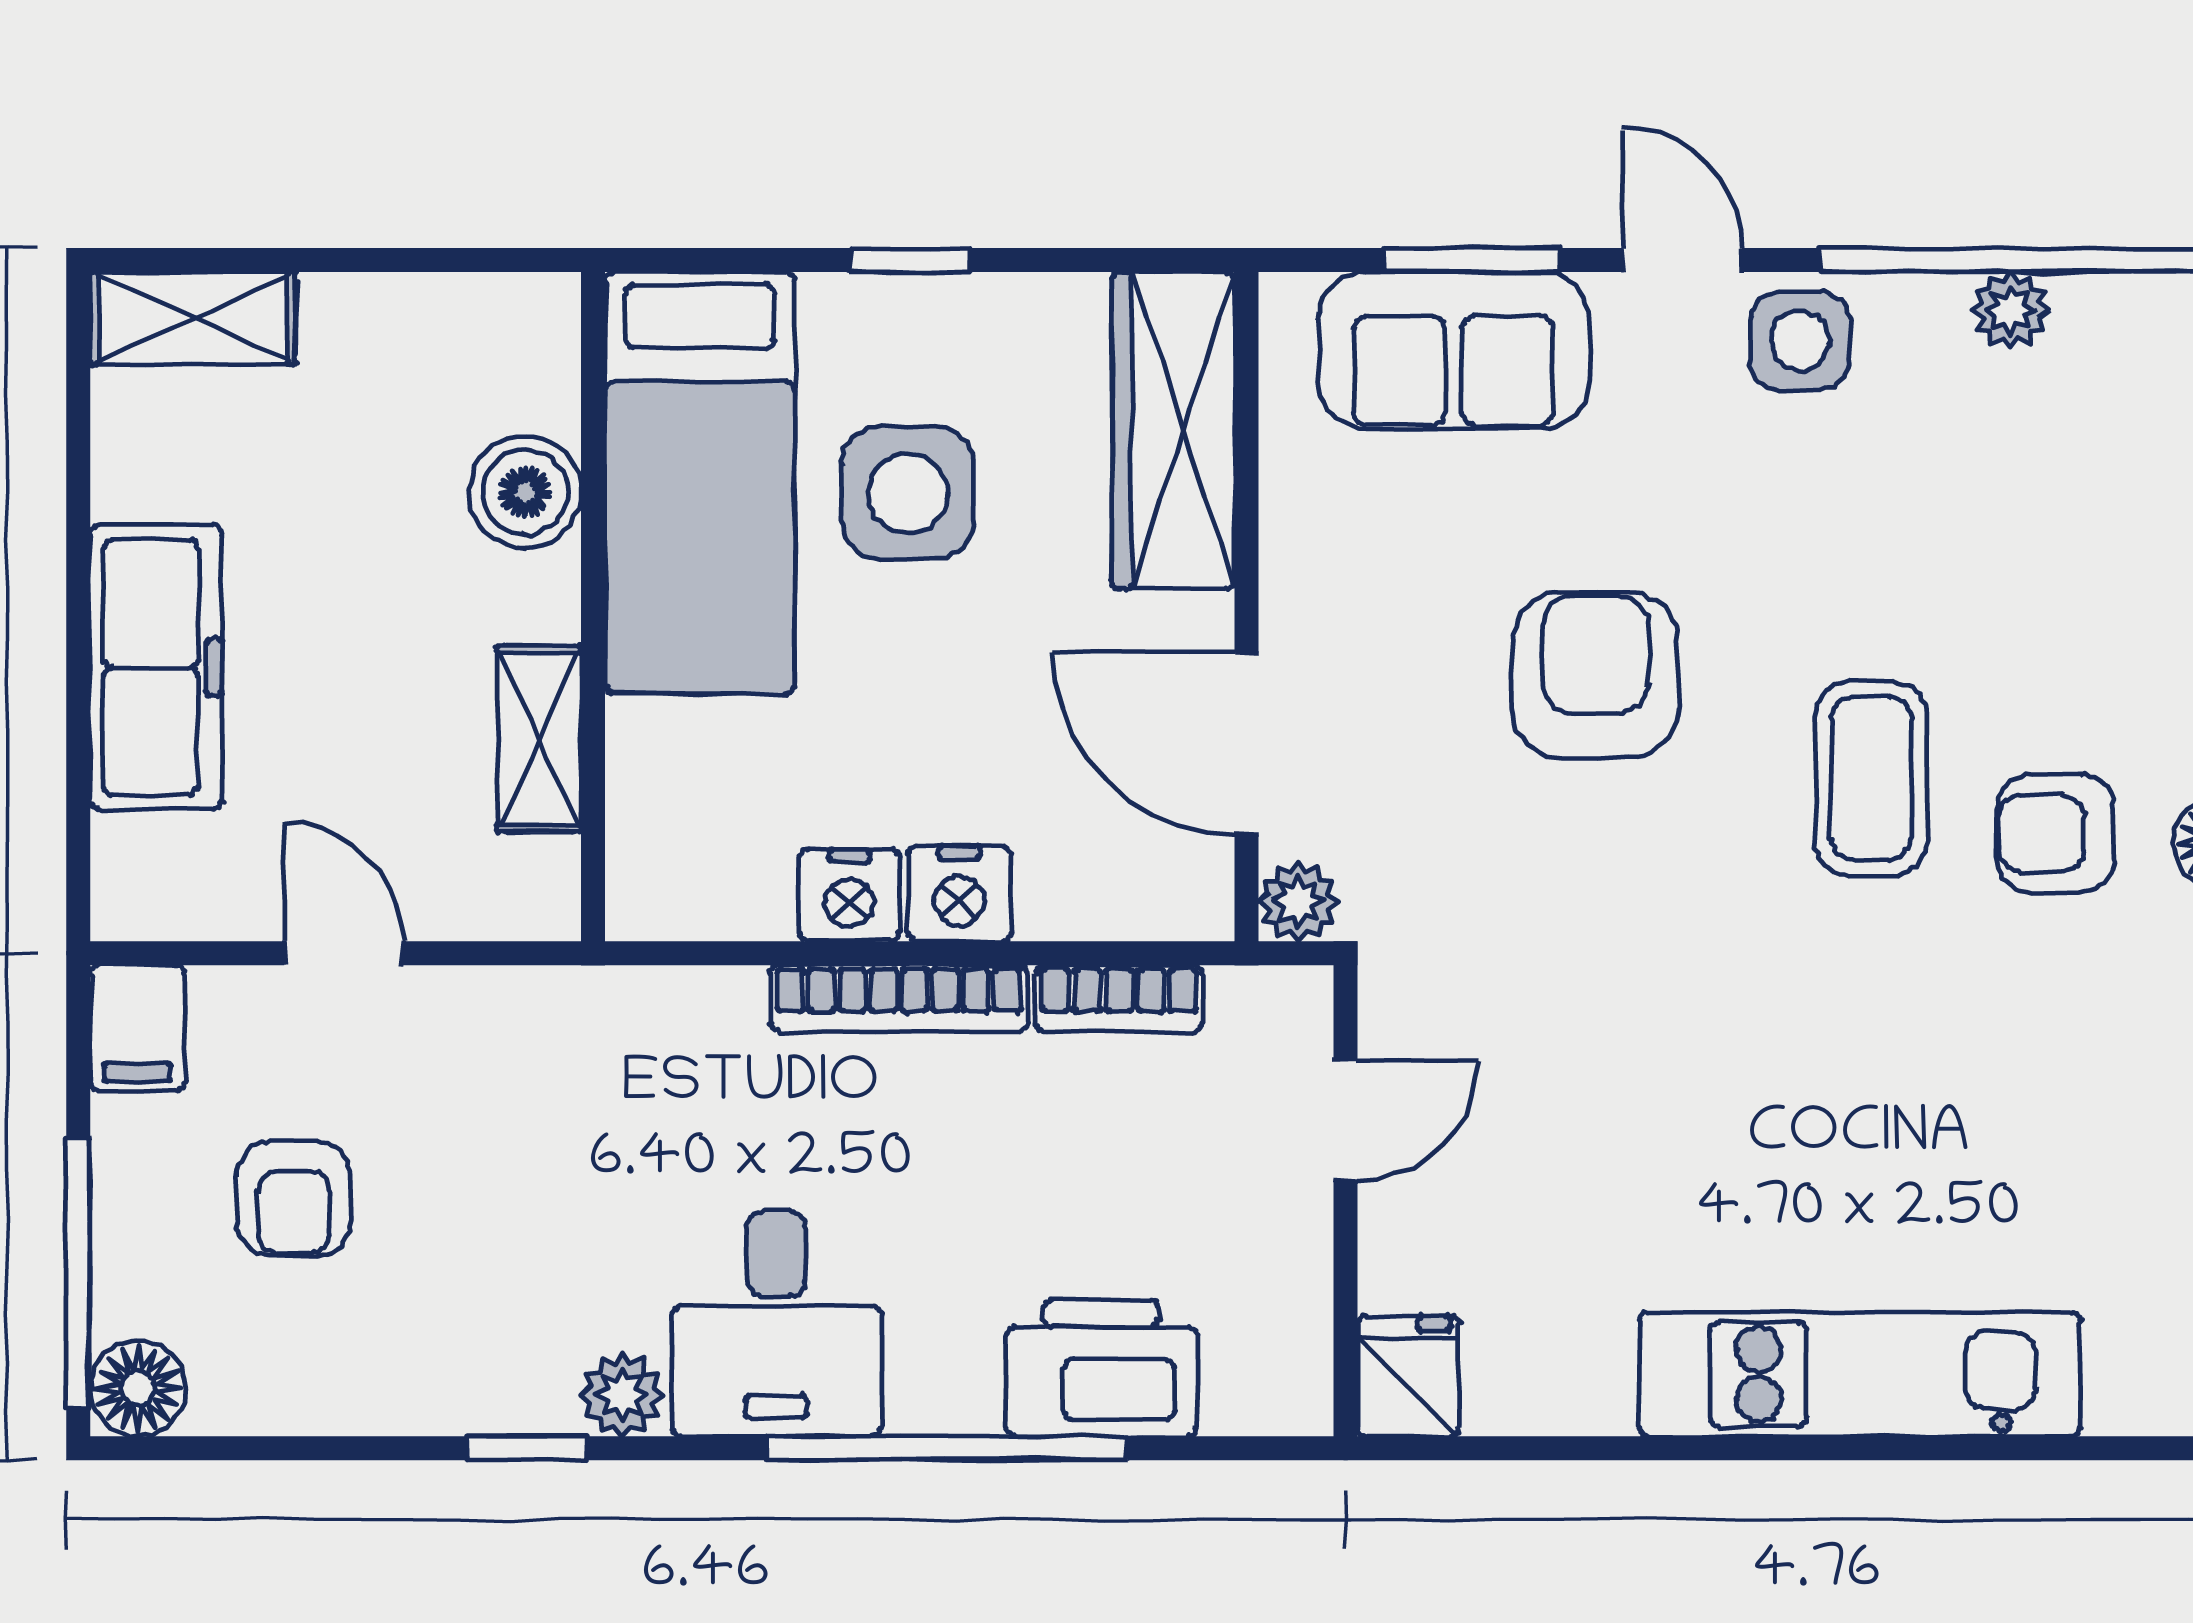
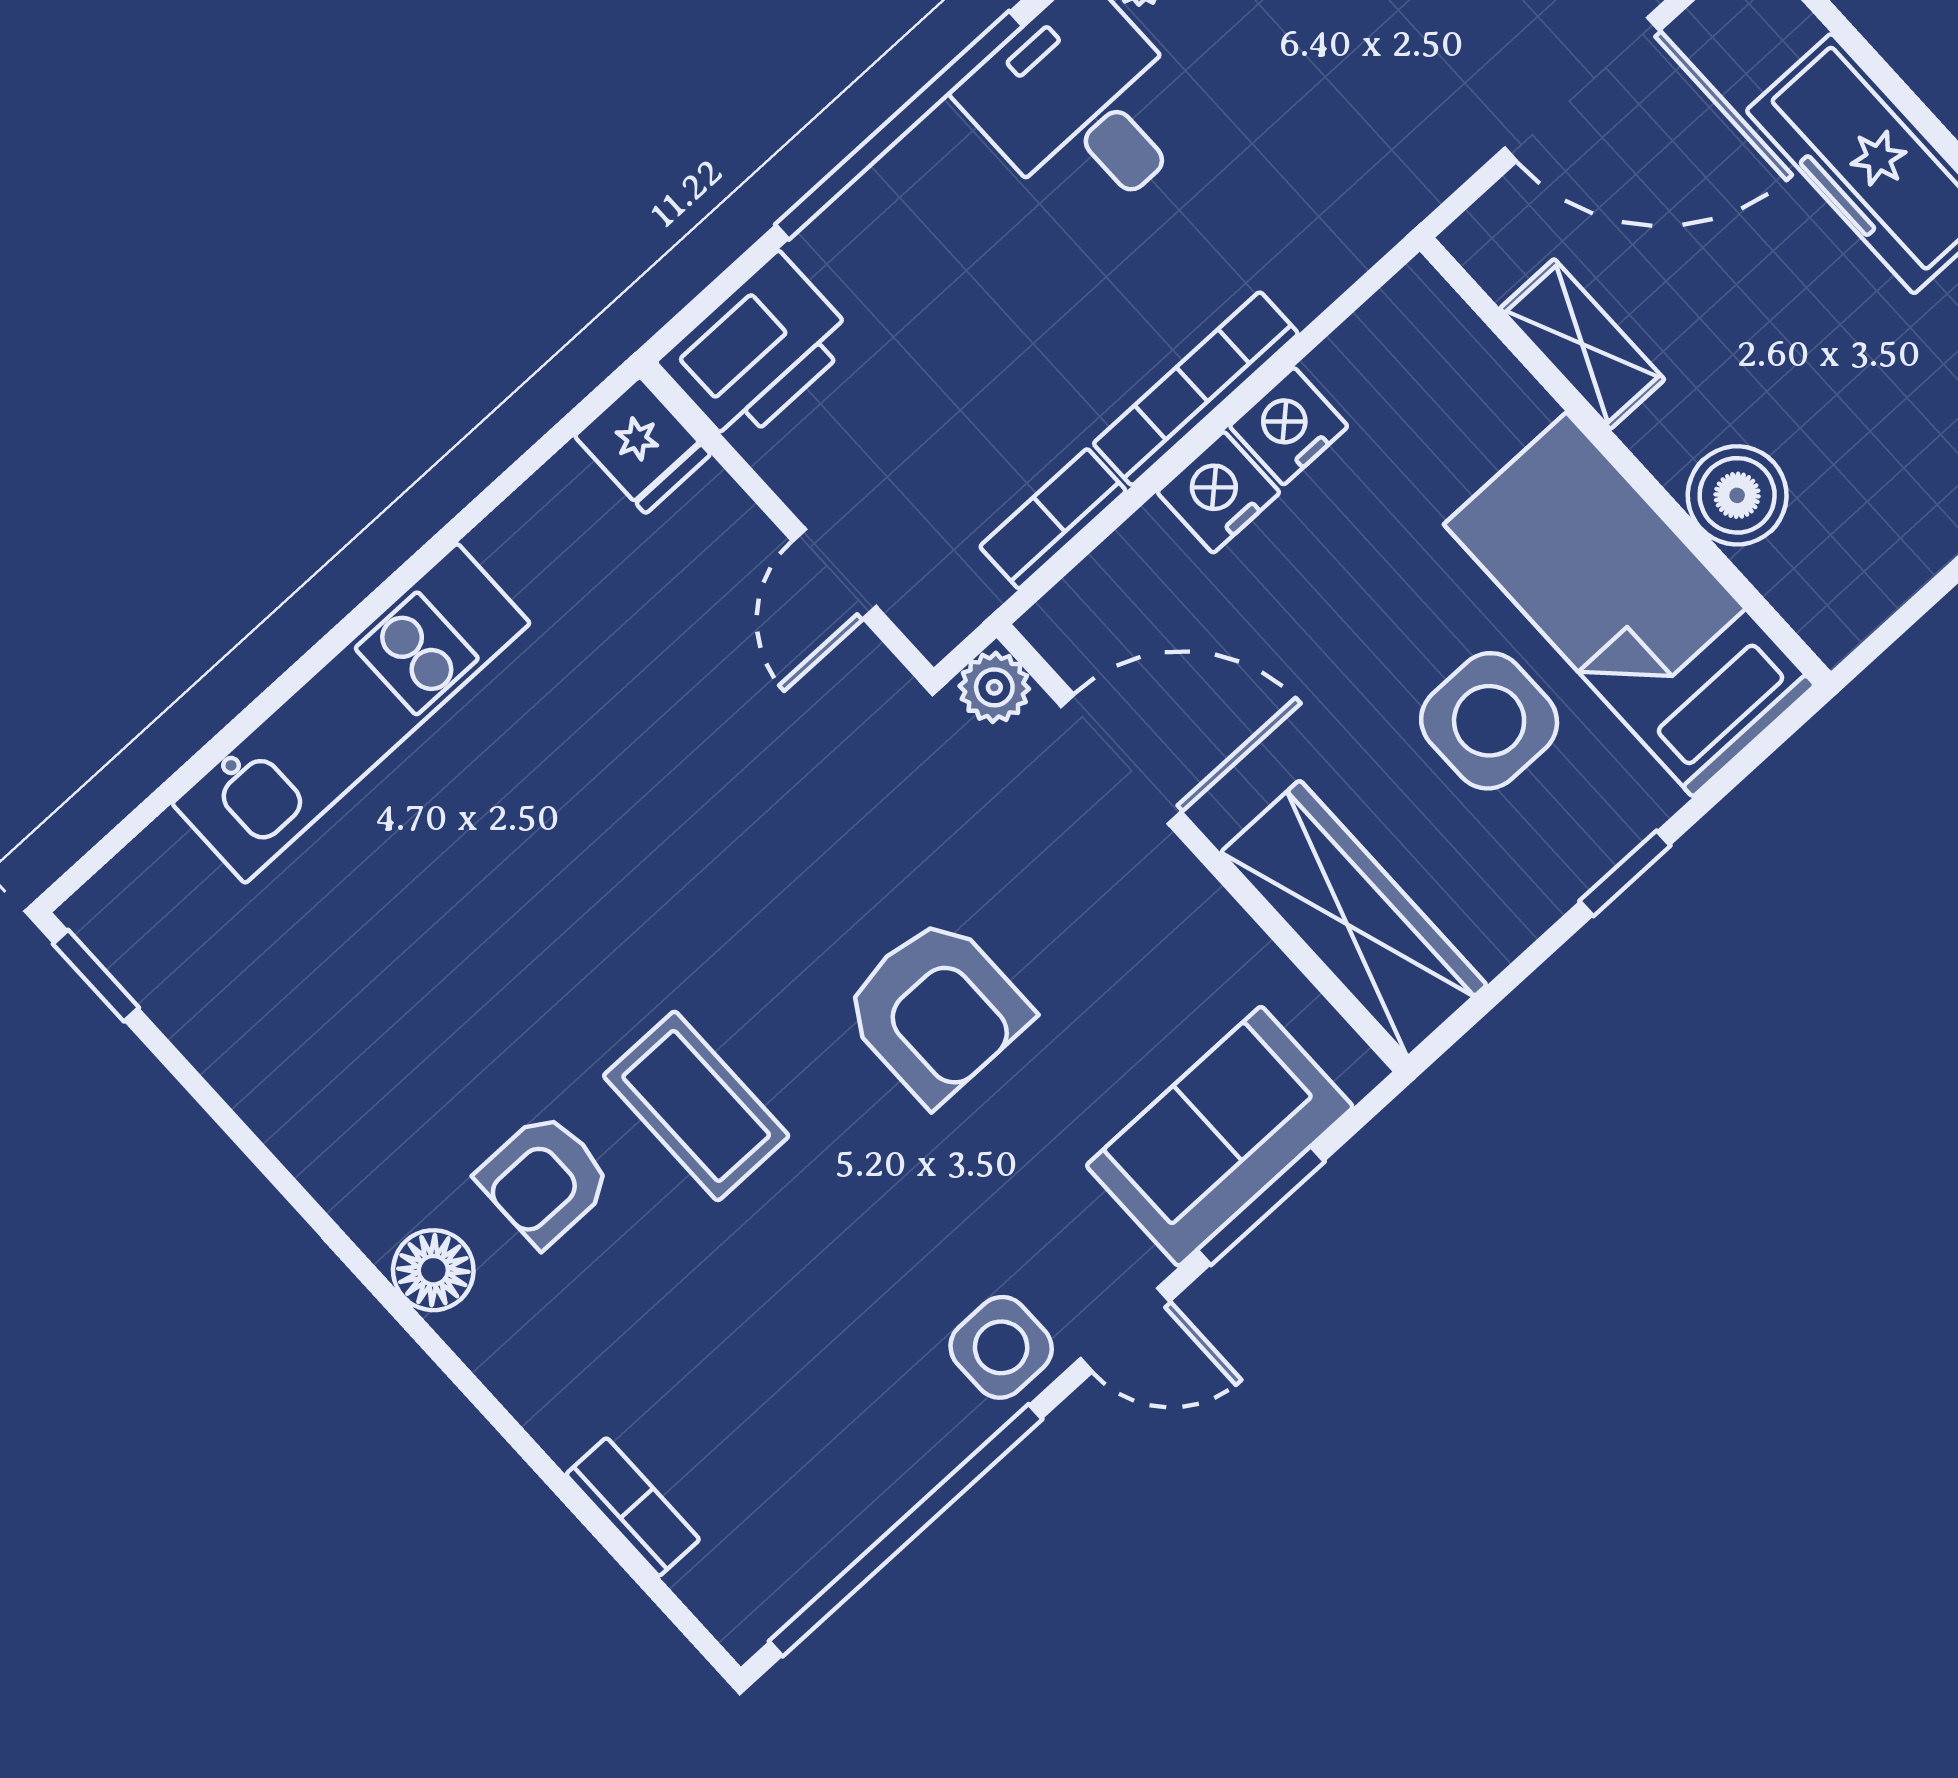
plant: (2010, 310) -> (883, 1491), removed
armchair: (2055, 833) -> (544, 1179), turned 180
door: (343, 953) -> (1582, 89), width x1.88
printer: (1102, 1368) -> (757, 350), moved

